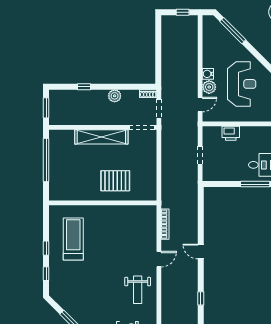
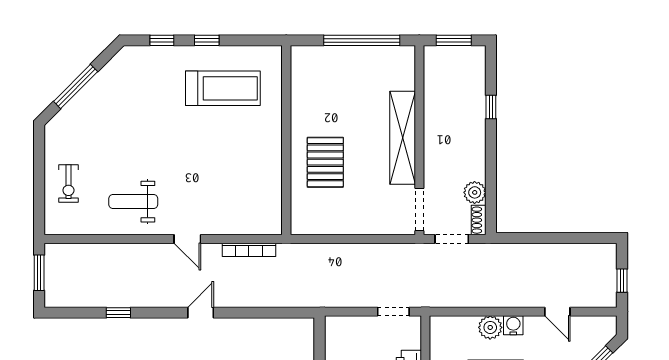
plant: (115, 96) -> (475, 192), moved
door: (200, 104) -> (557, 312), moved
doorway: (200, 155) -> (393, 312), moved

